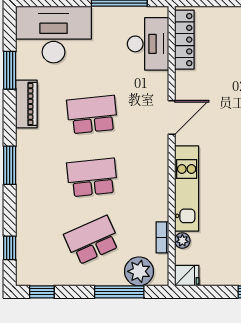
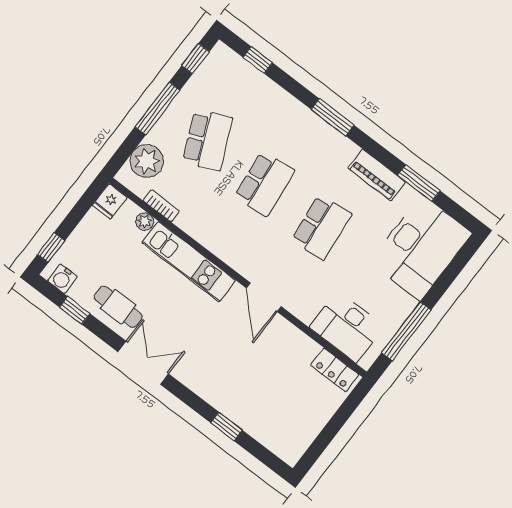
locker: (184, 40) -> (335, 370), width x0.66
window: (119, 292) -> (157, 108), moved

